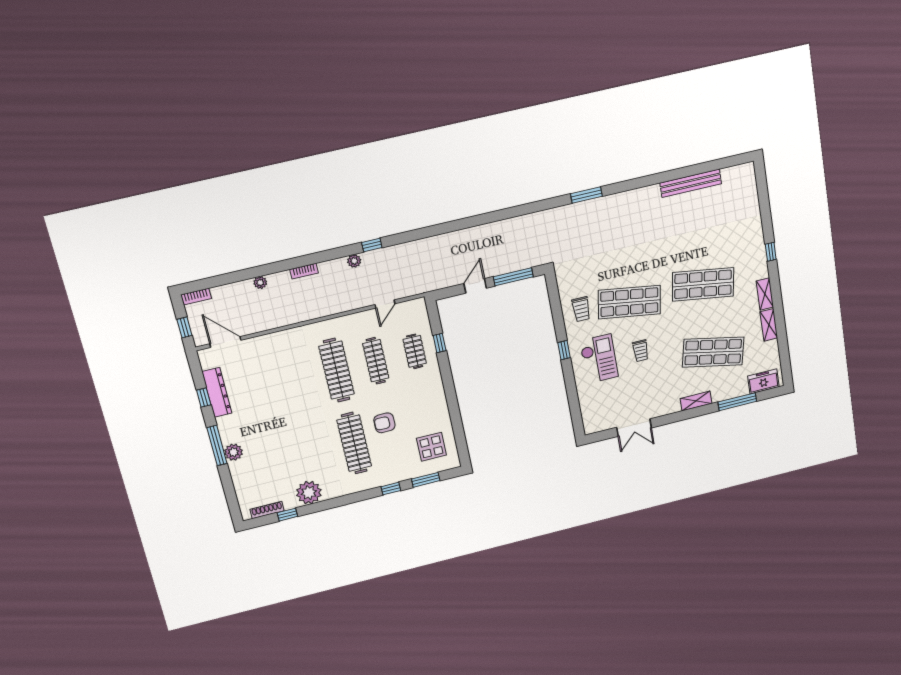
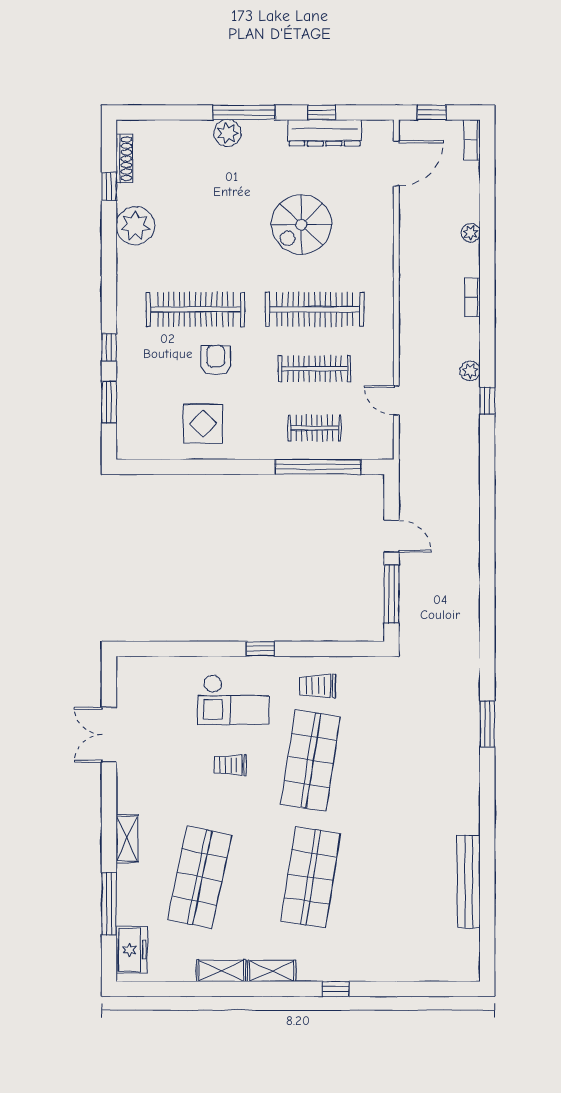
window: (440, 343) -> (318, 467), width x3.17
spiral stairs: (282, 392) -> (301, 224), added
display table: (431, 447) -> (203, 424), moved

